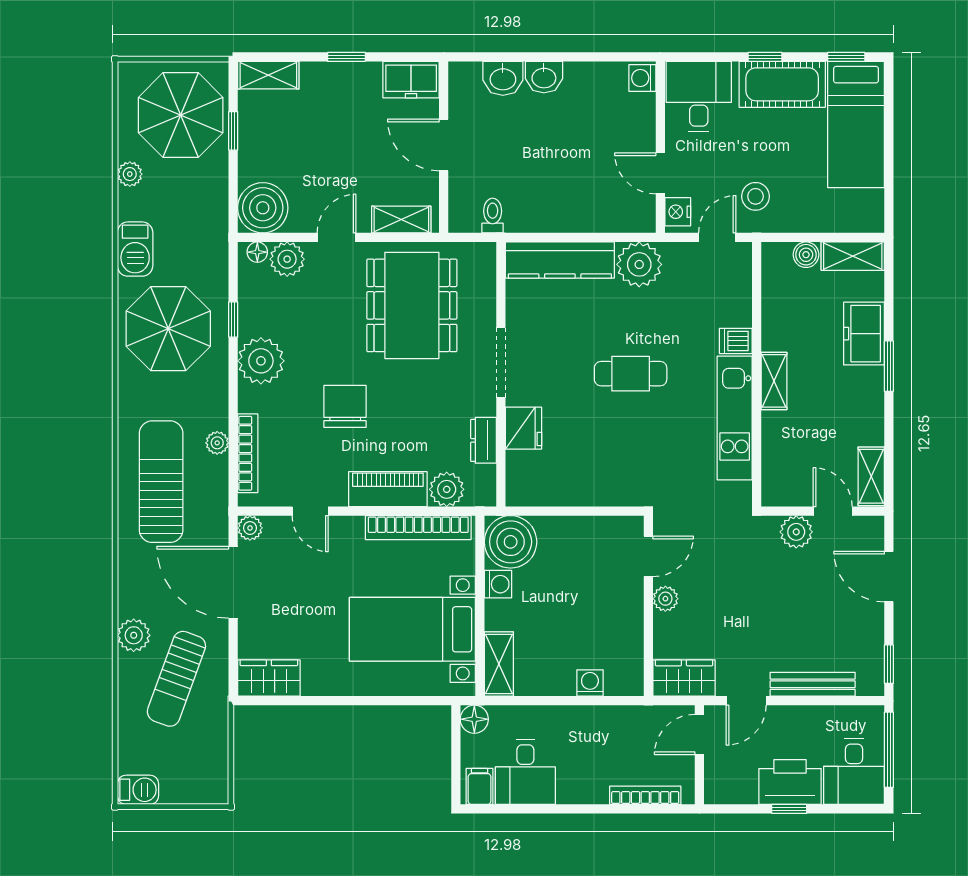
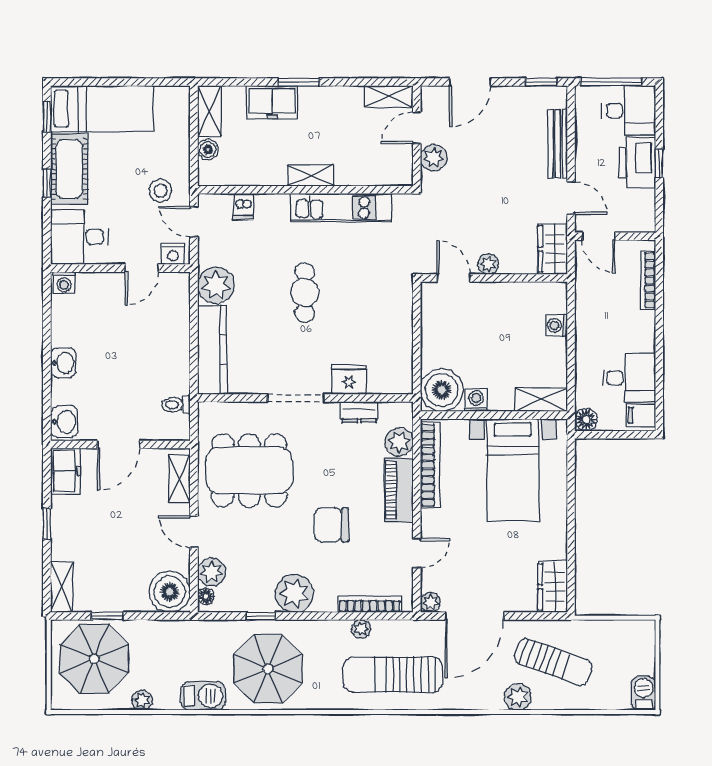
washbasin: (503, 78) -> (64, 422), moved
dishwasher: (736, 341) -> (243, 207), moved

